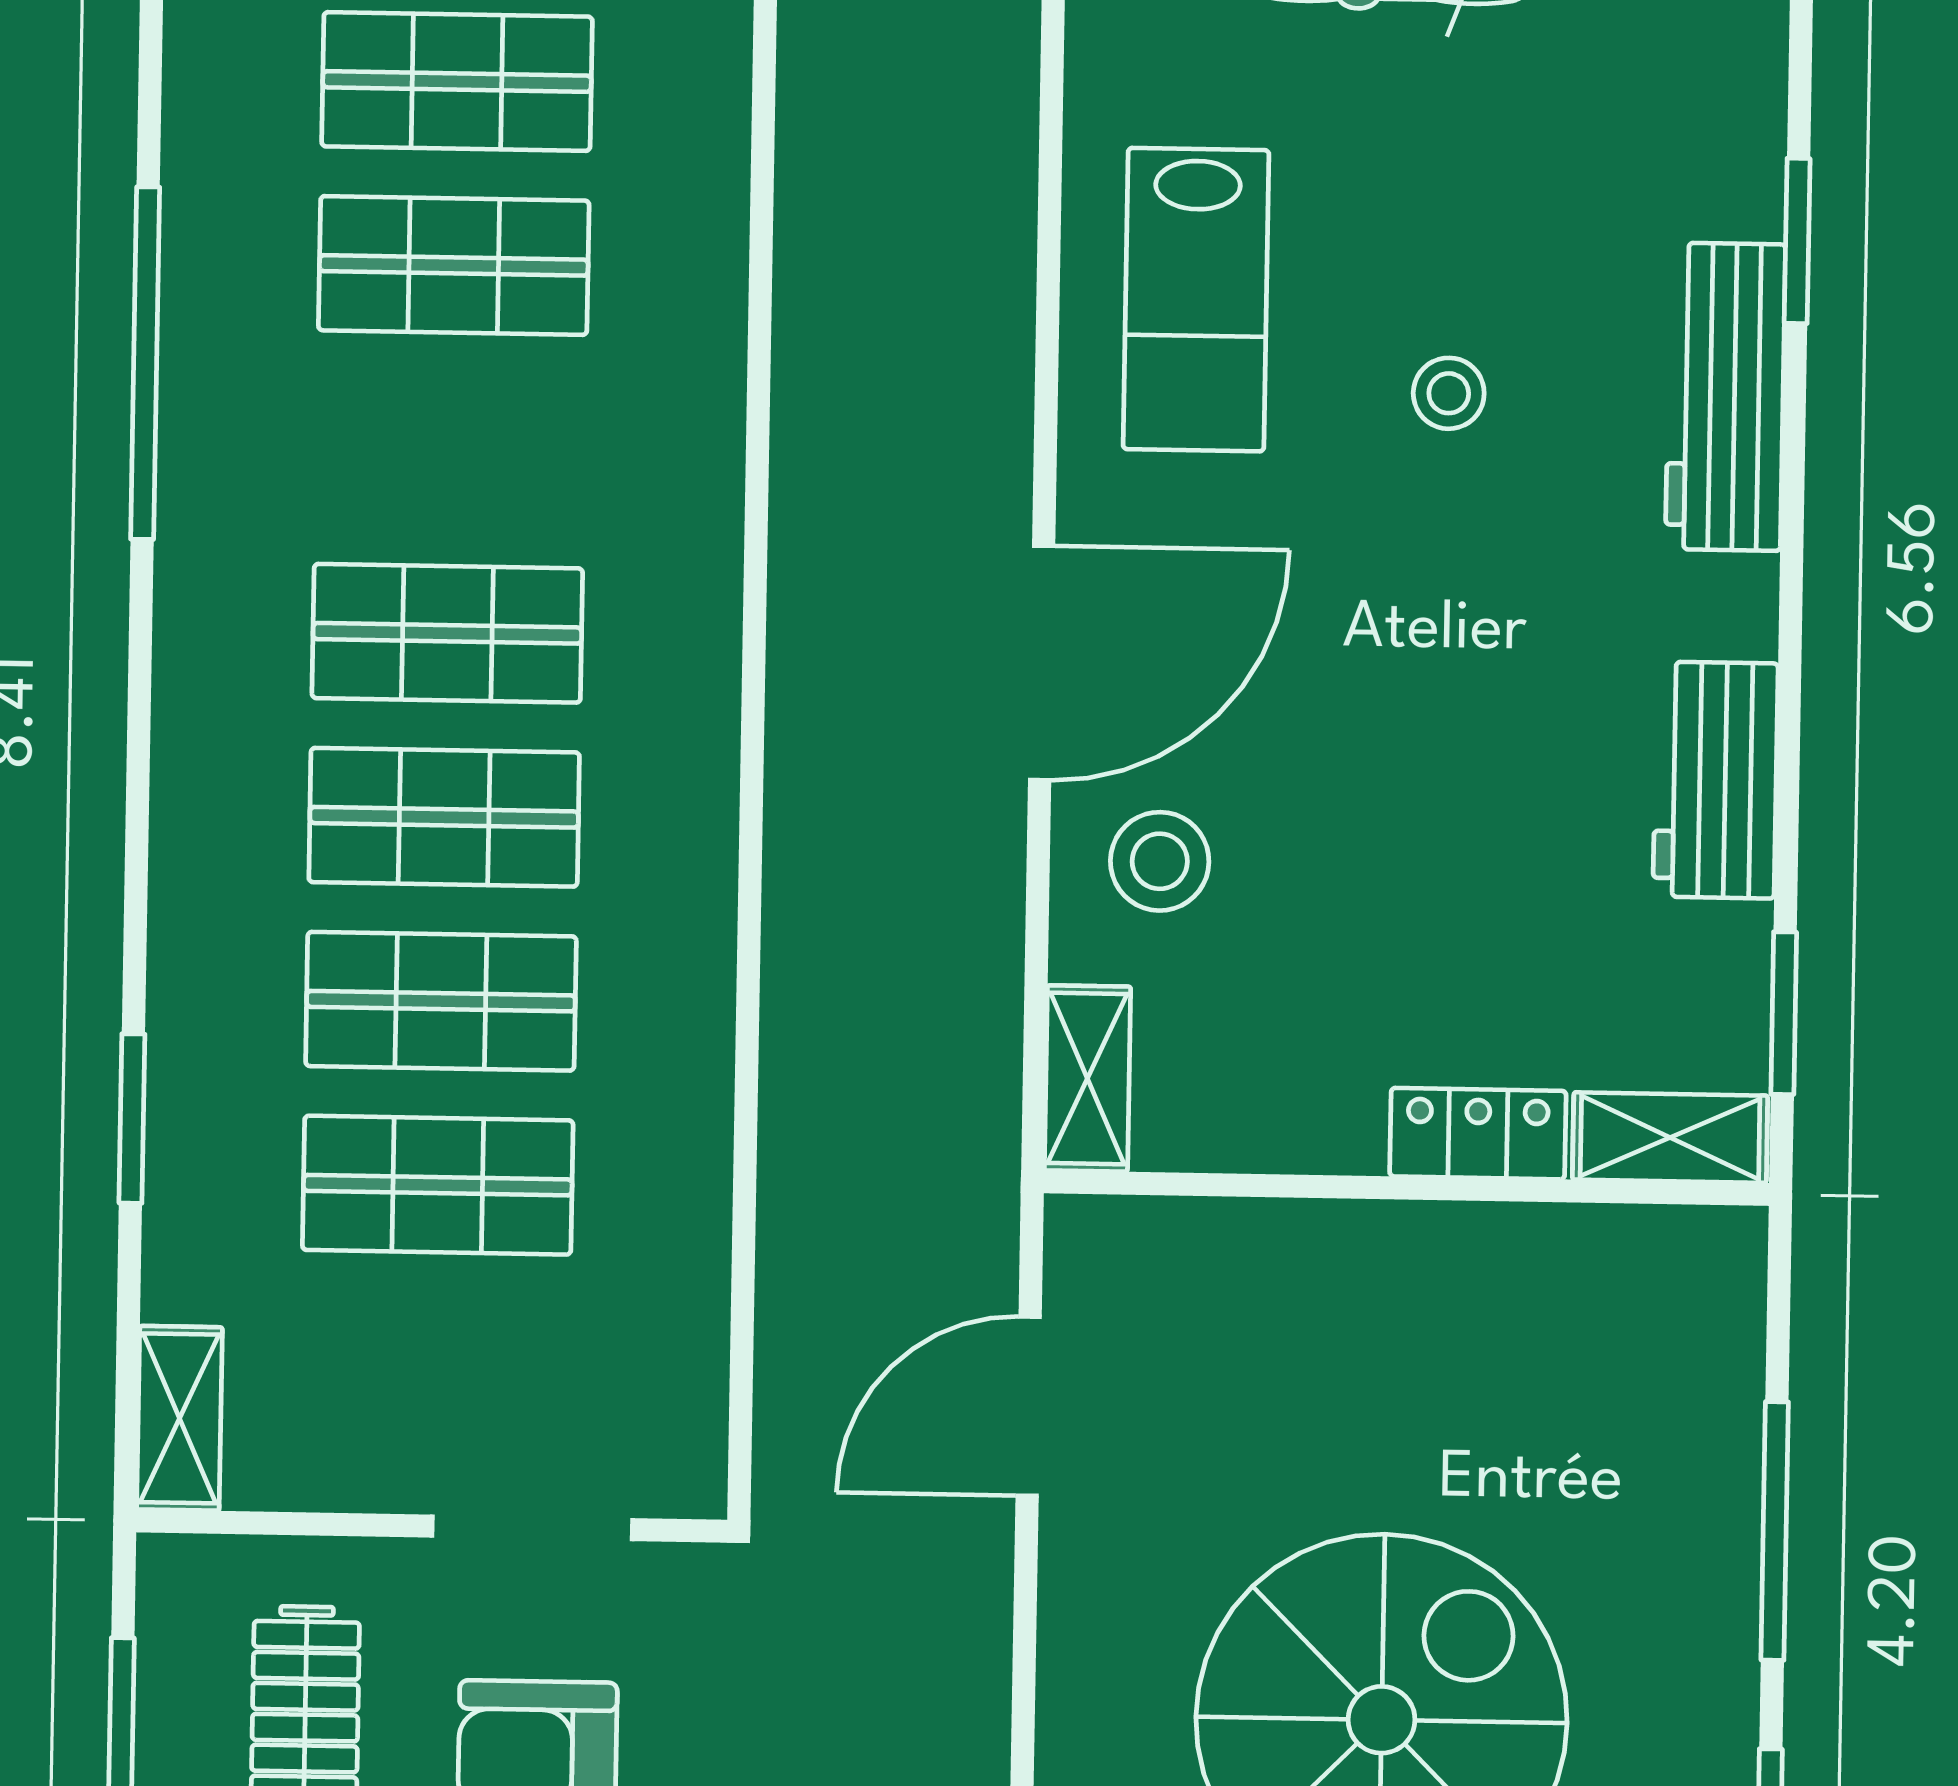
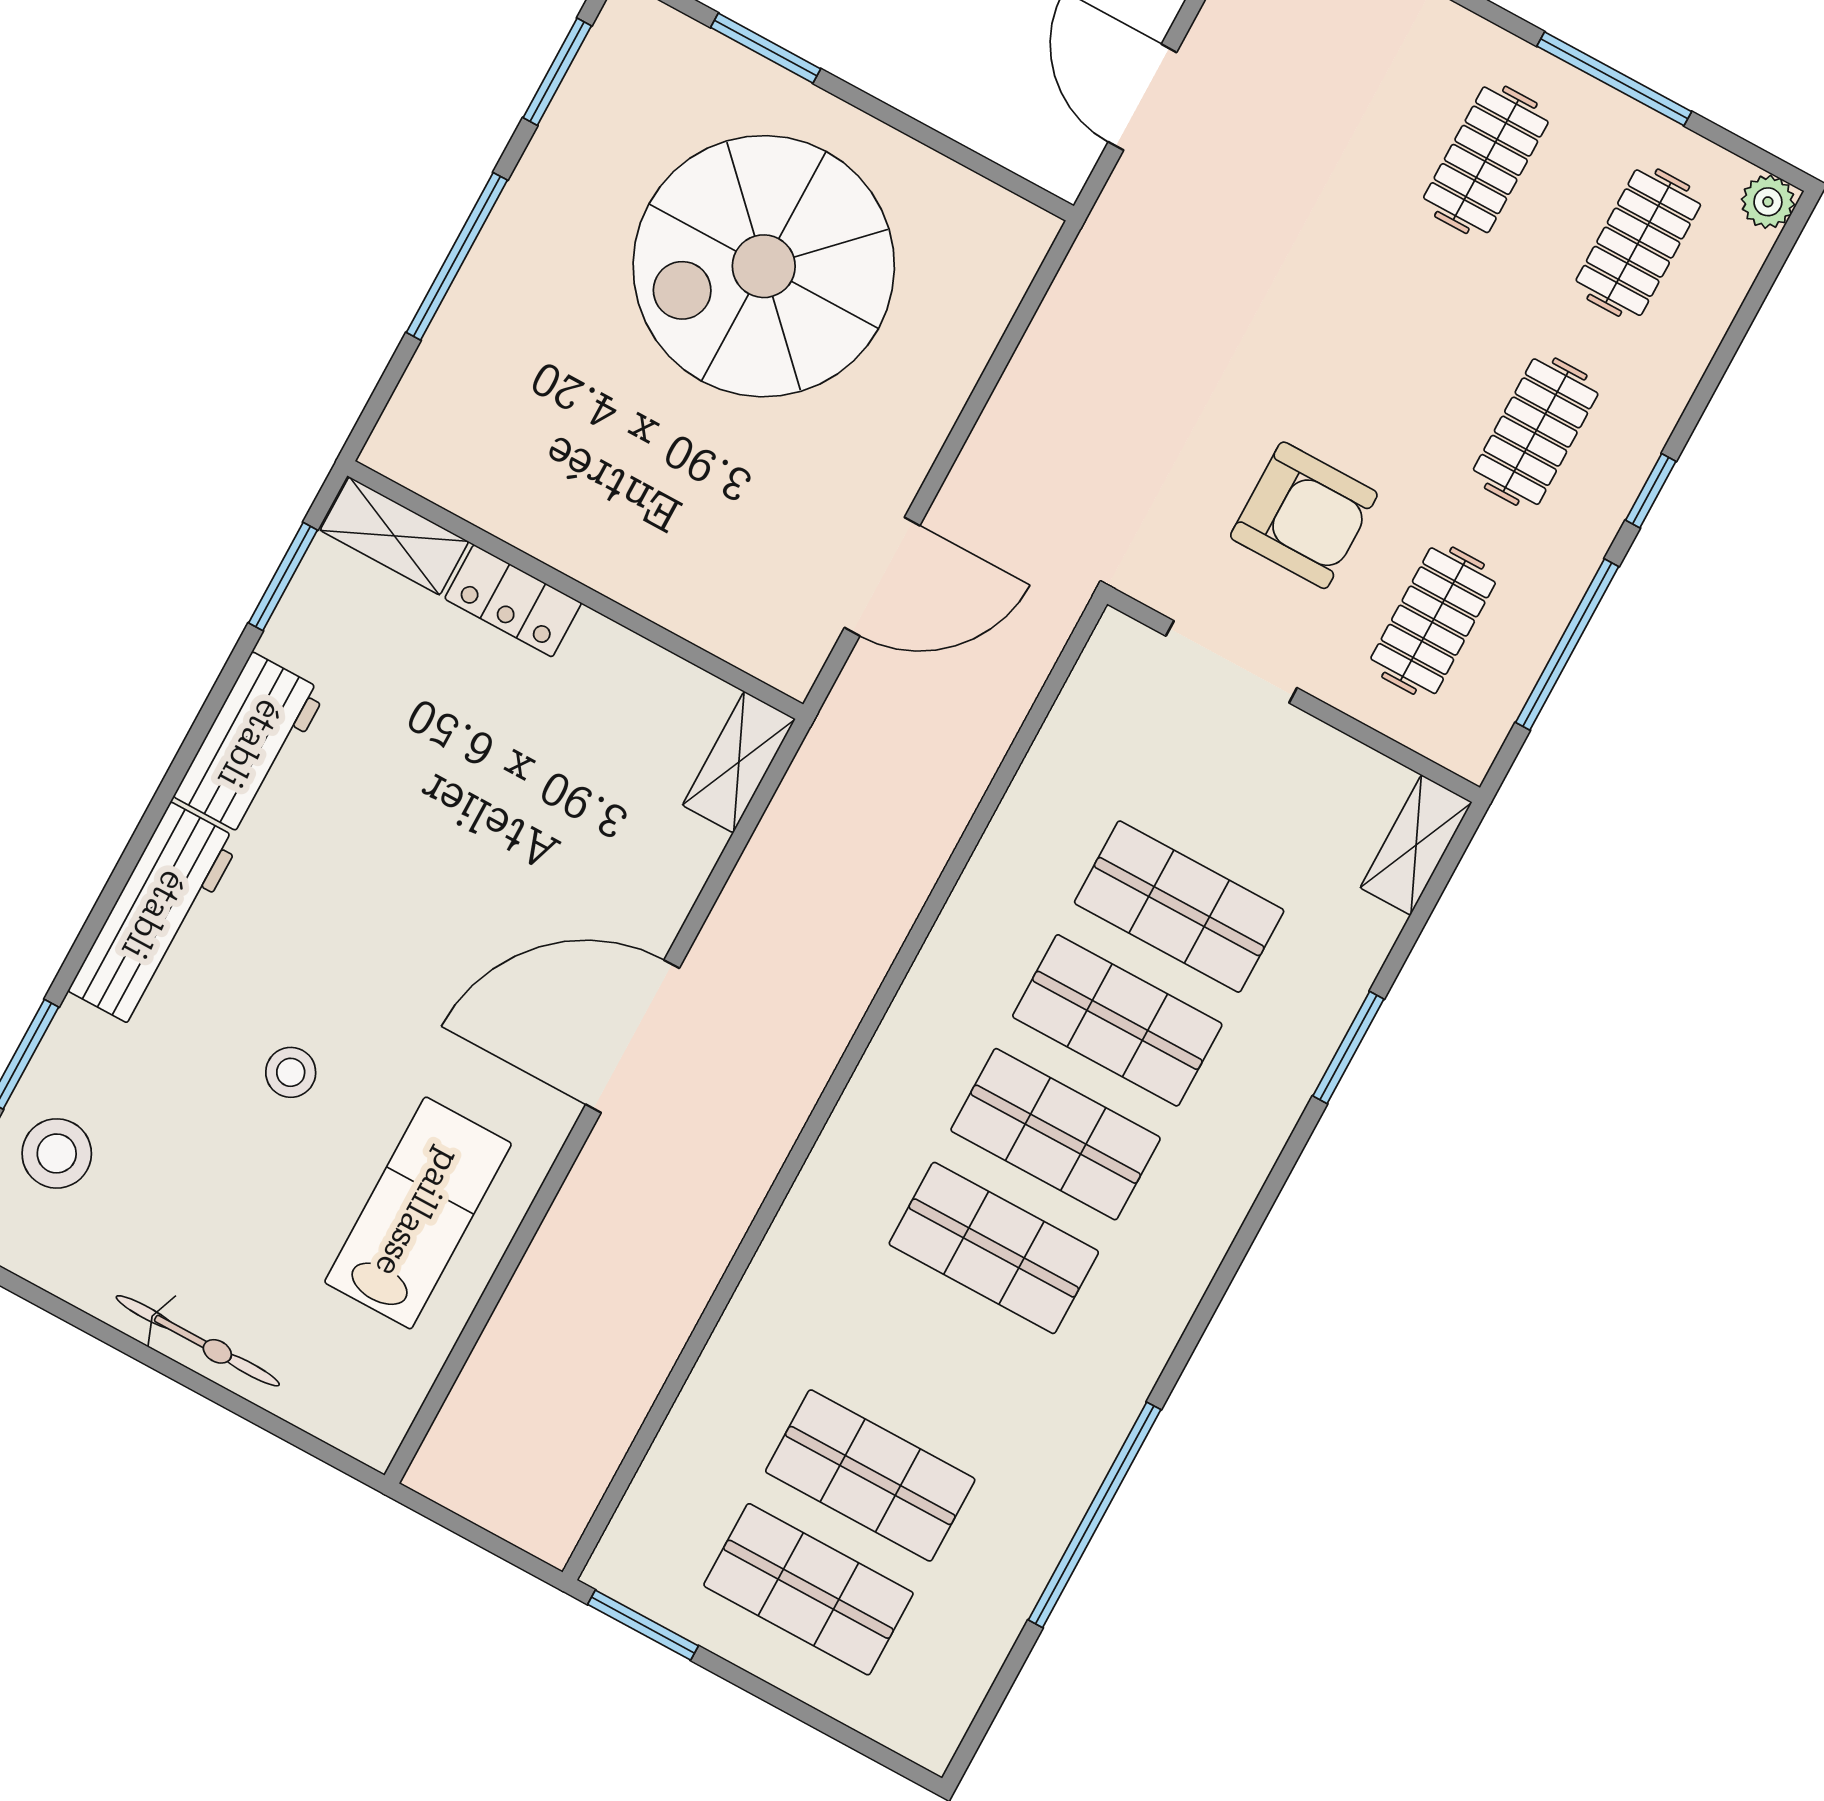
workbench: (1725, 397) -> (154, 915), moved
stool: (1160, 861) -> (57, 1153), moved

